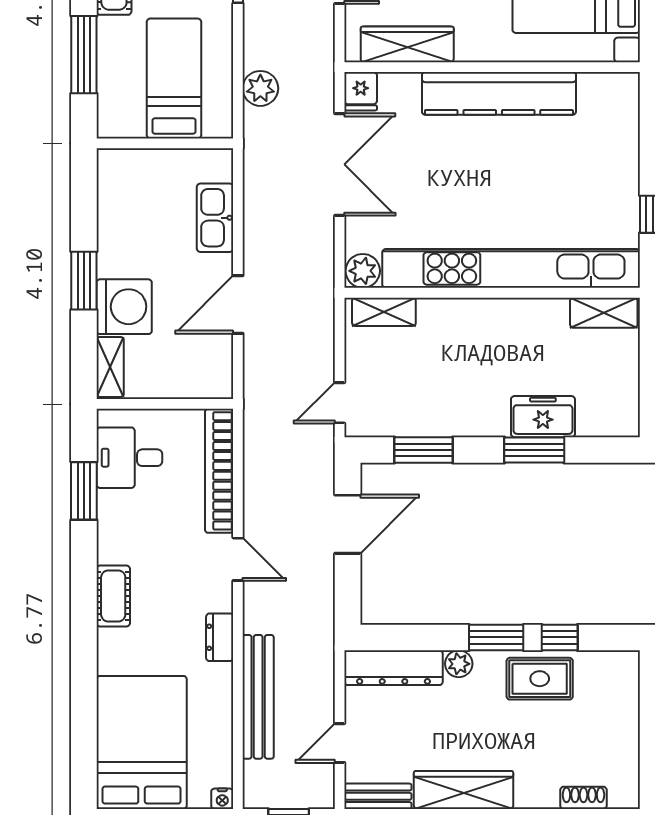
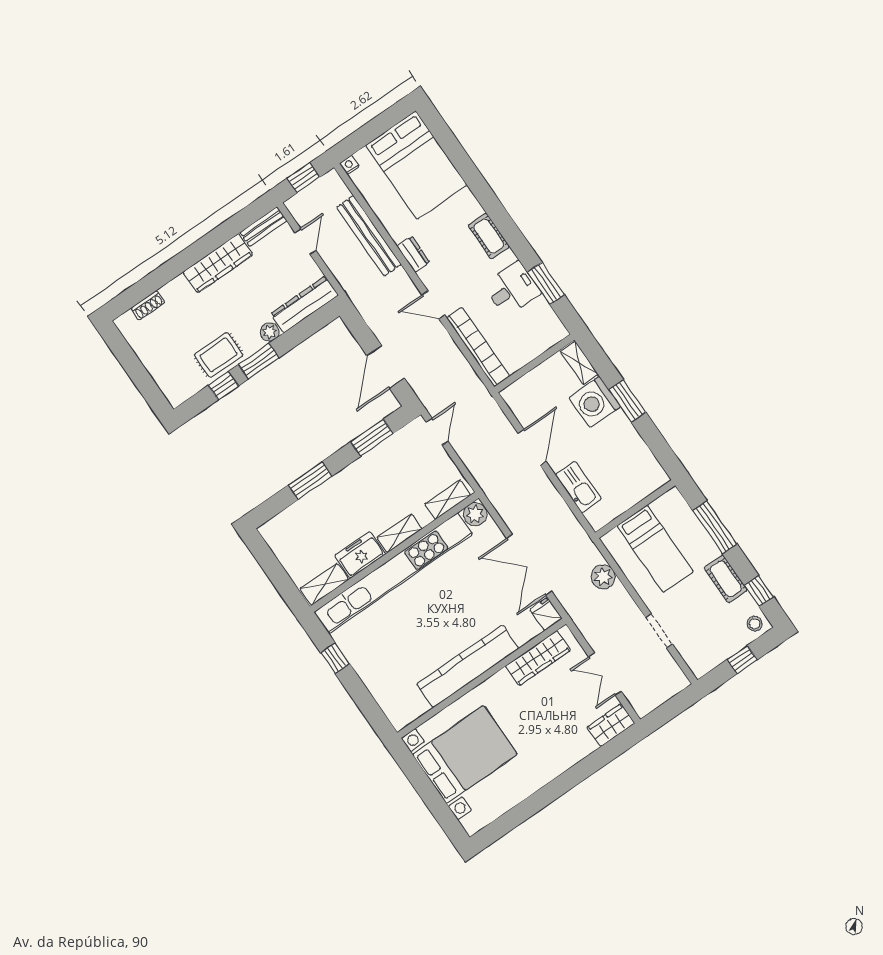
shelving: (470, 311) -> (399, 533), added
freezer: (543, 417) -> (360, 555), moved, turned 180
desk: (129, 458) -> (512, 289), moved

